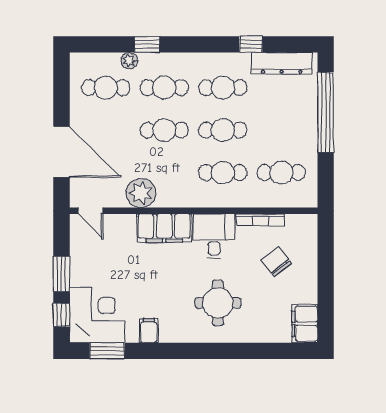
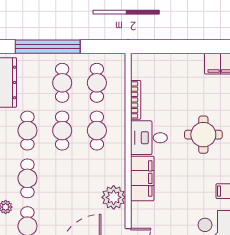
cafe table: (164, 130) -> (62, 83), moved
chair: (276, 262) -> (170, 87), removed

